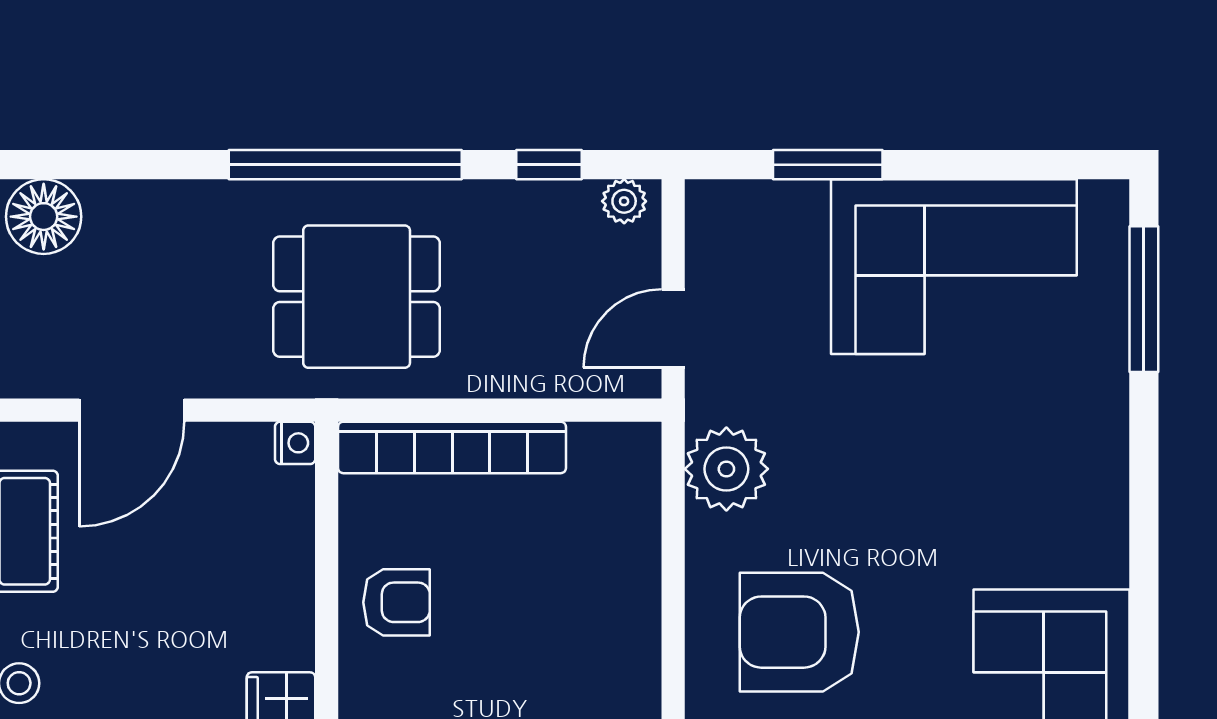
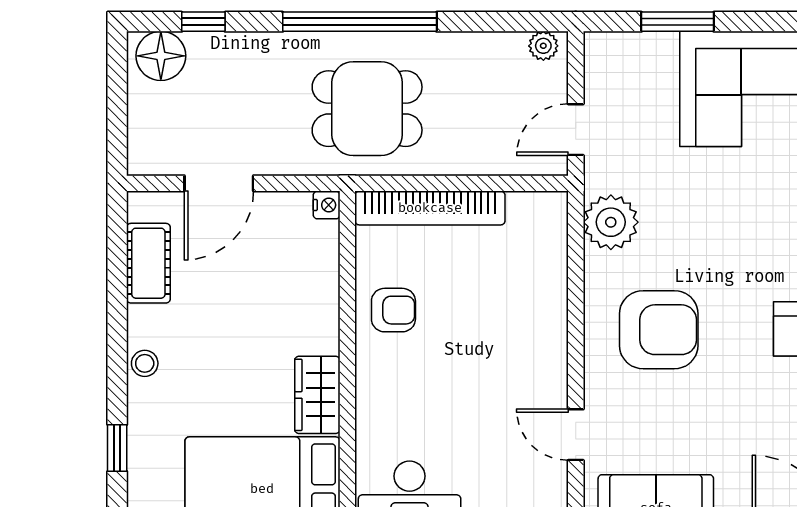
window: (549, 165) -> (203, 22), moved
armchair: (799, 632) -> (659, 330), turned 180

